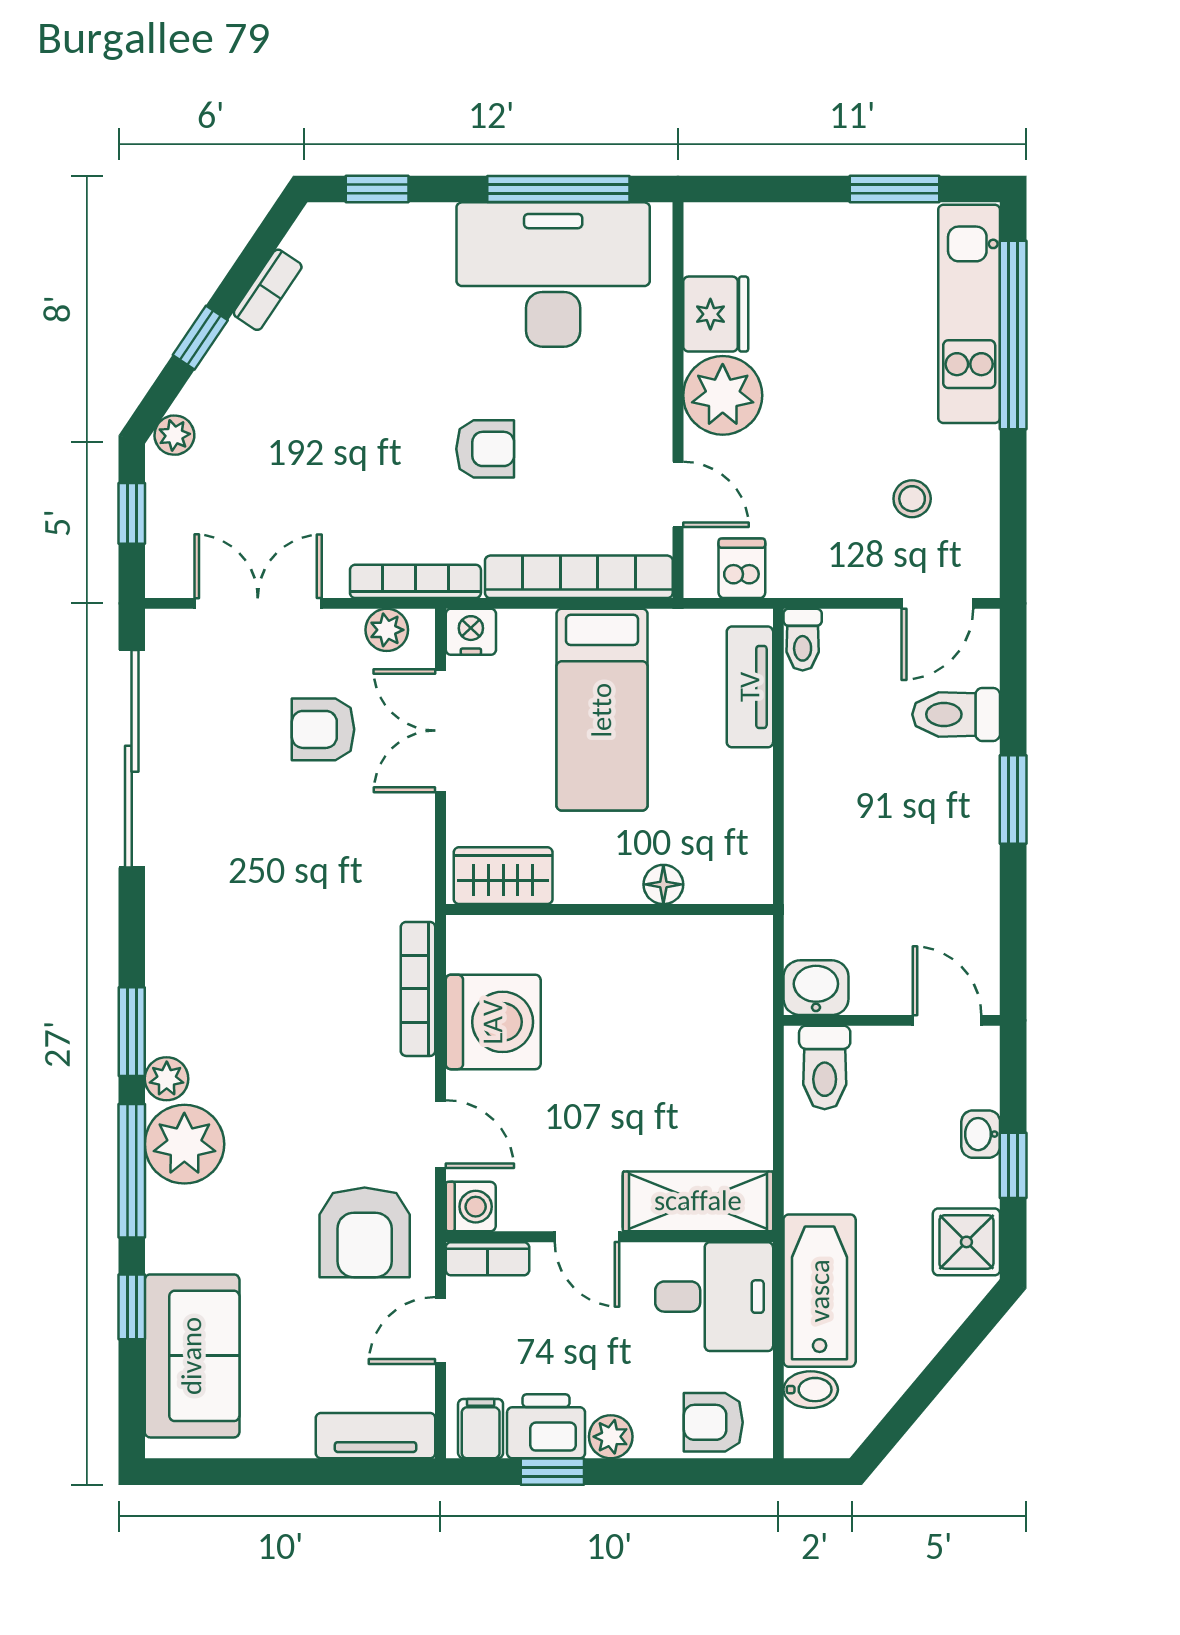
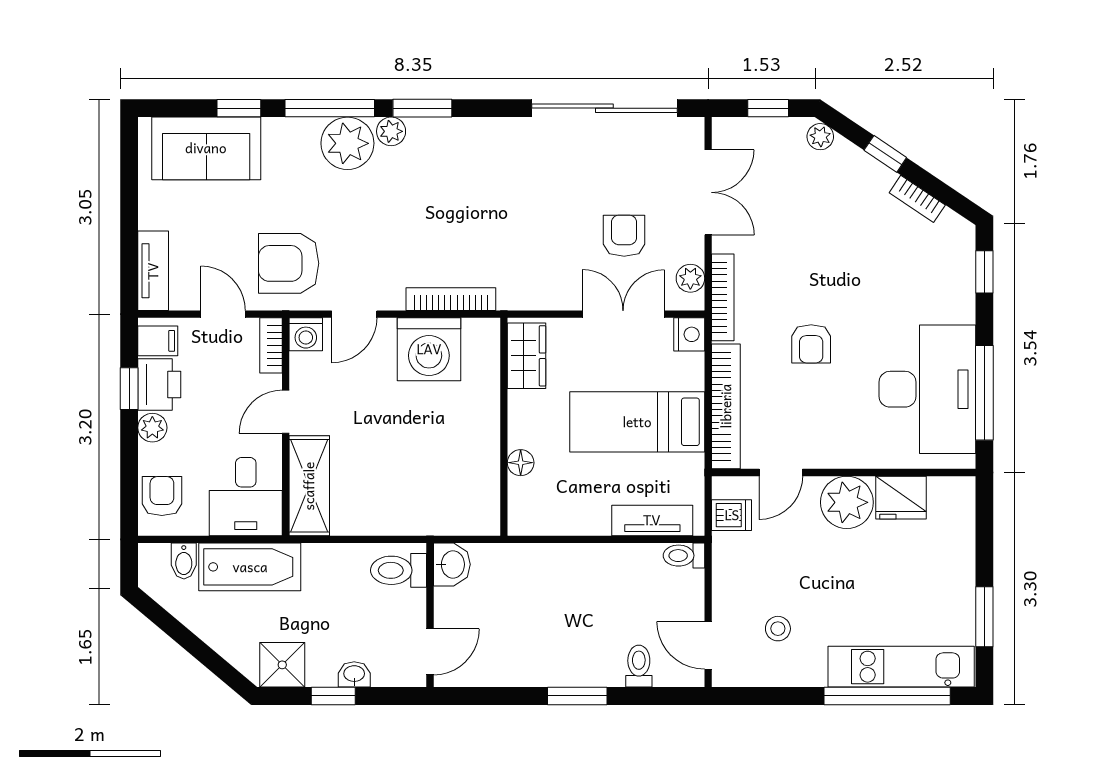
toilet: (956, 714) -> (639, 666), width x0.73, depth x0.72

